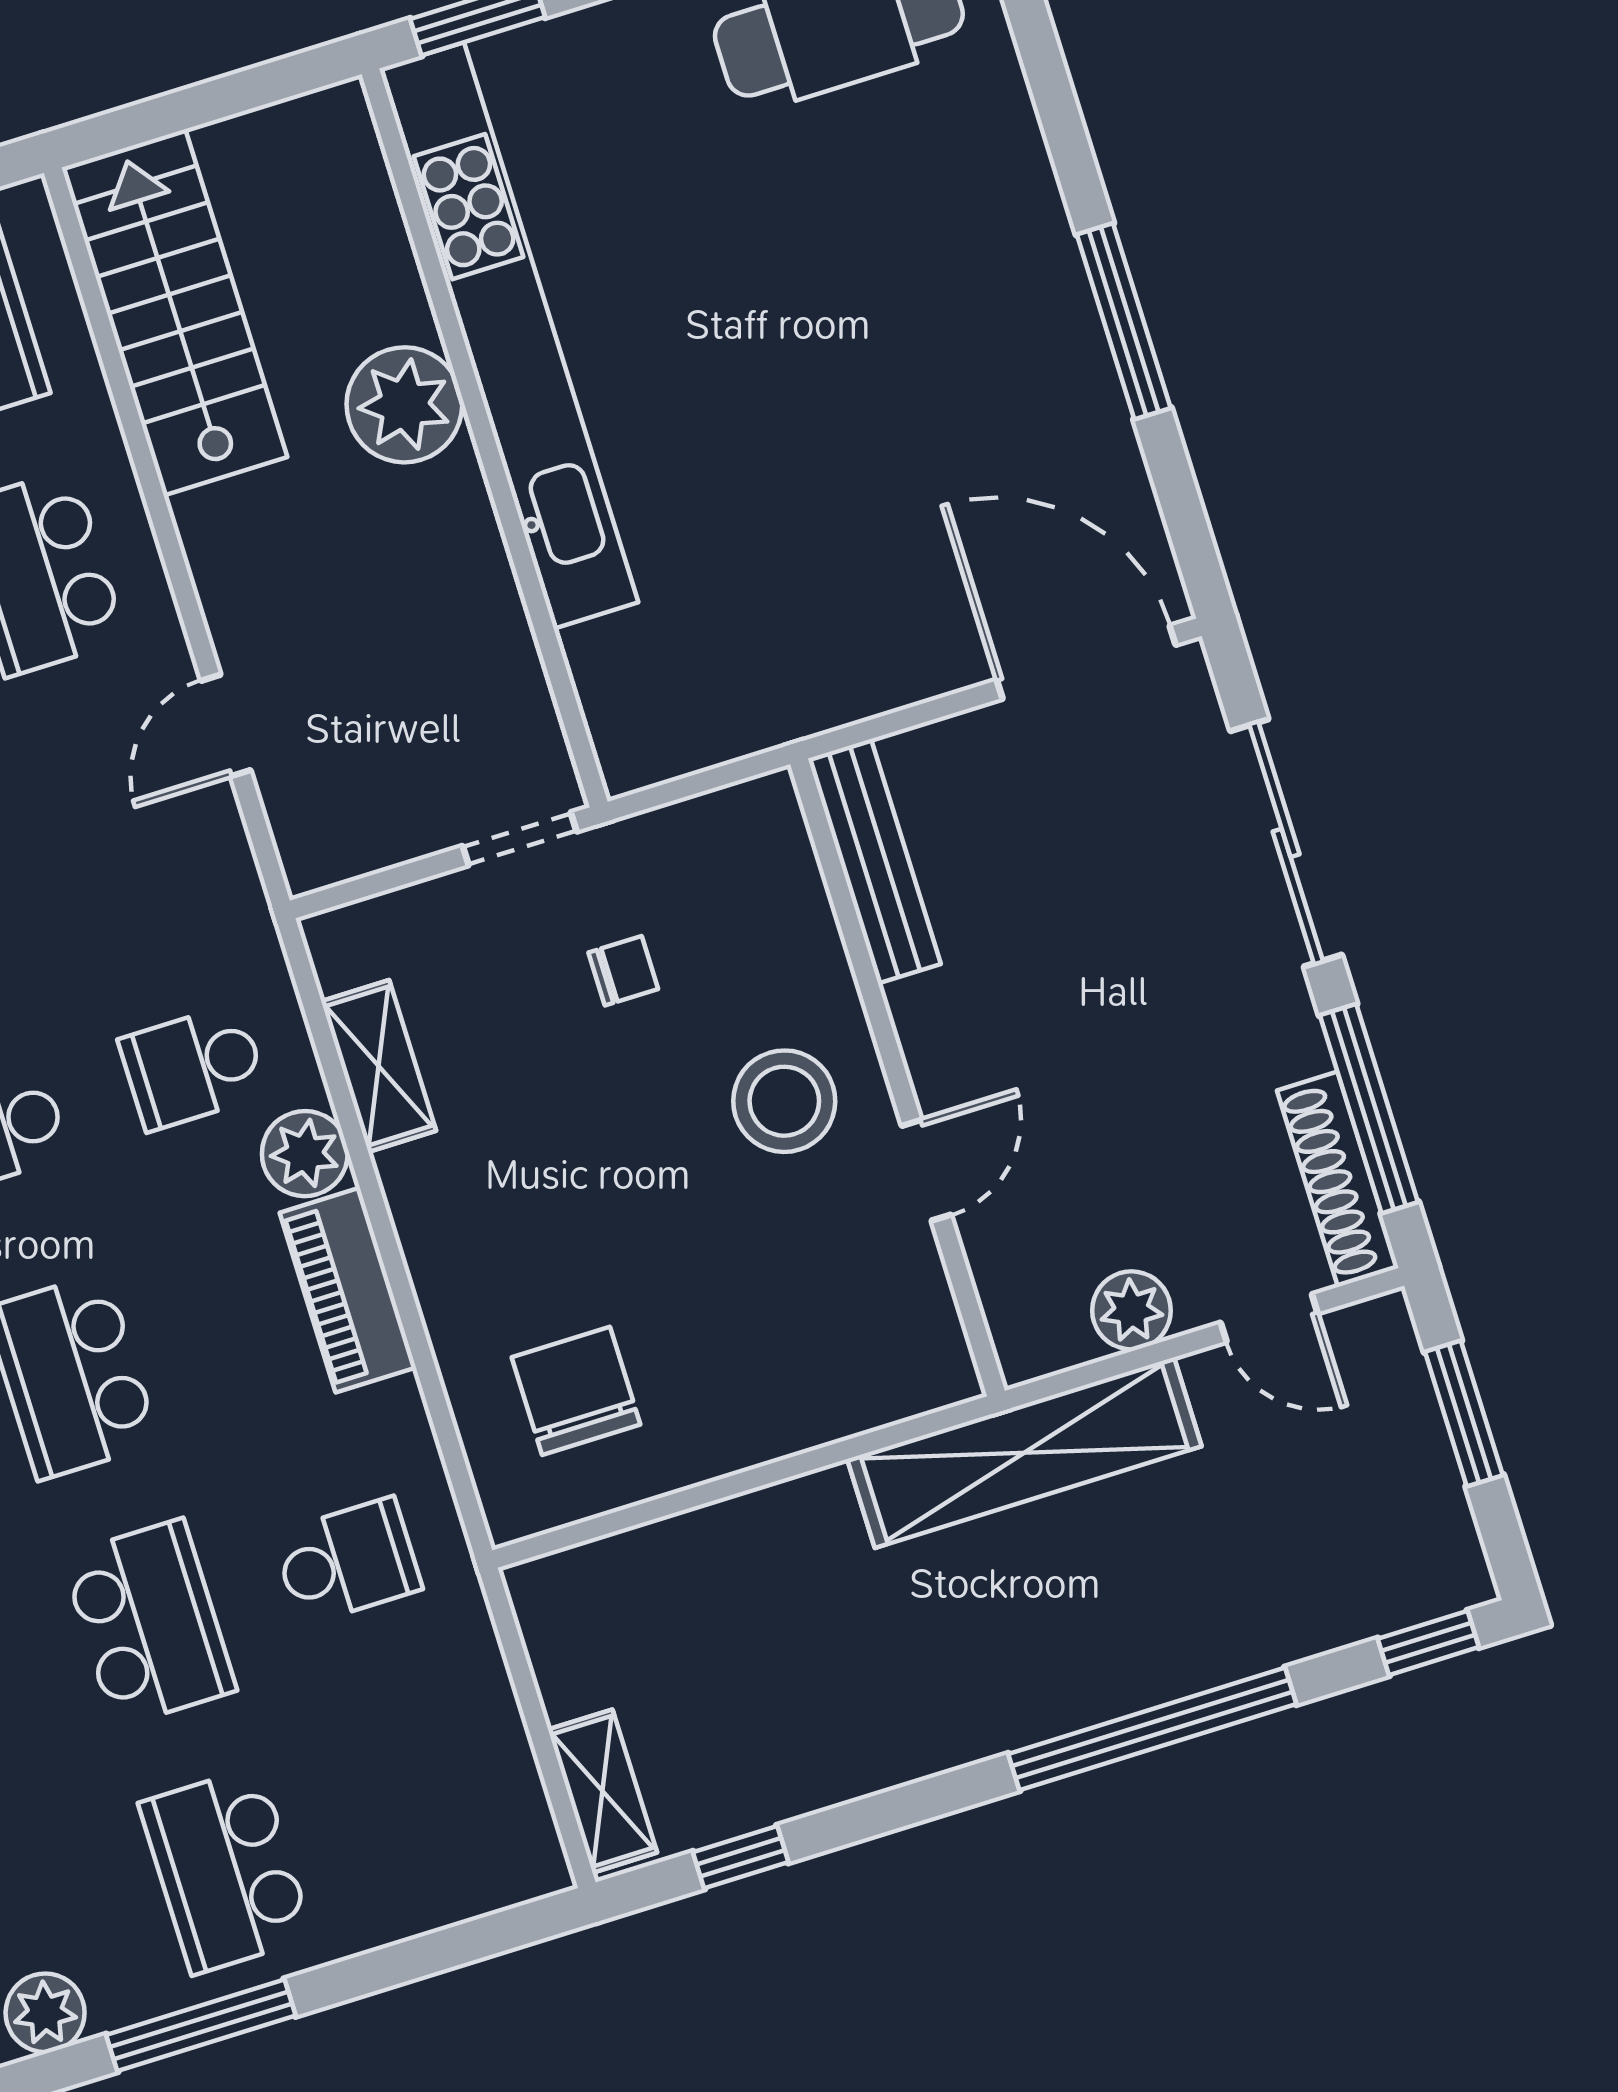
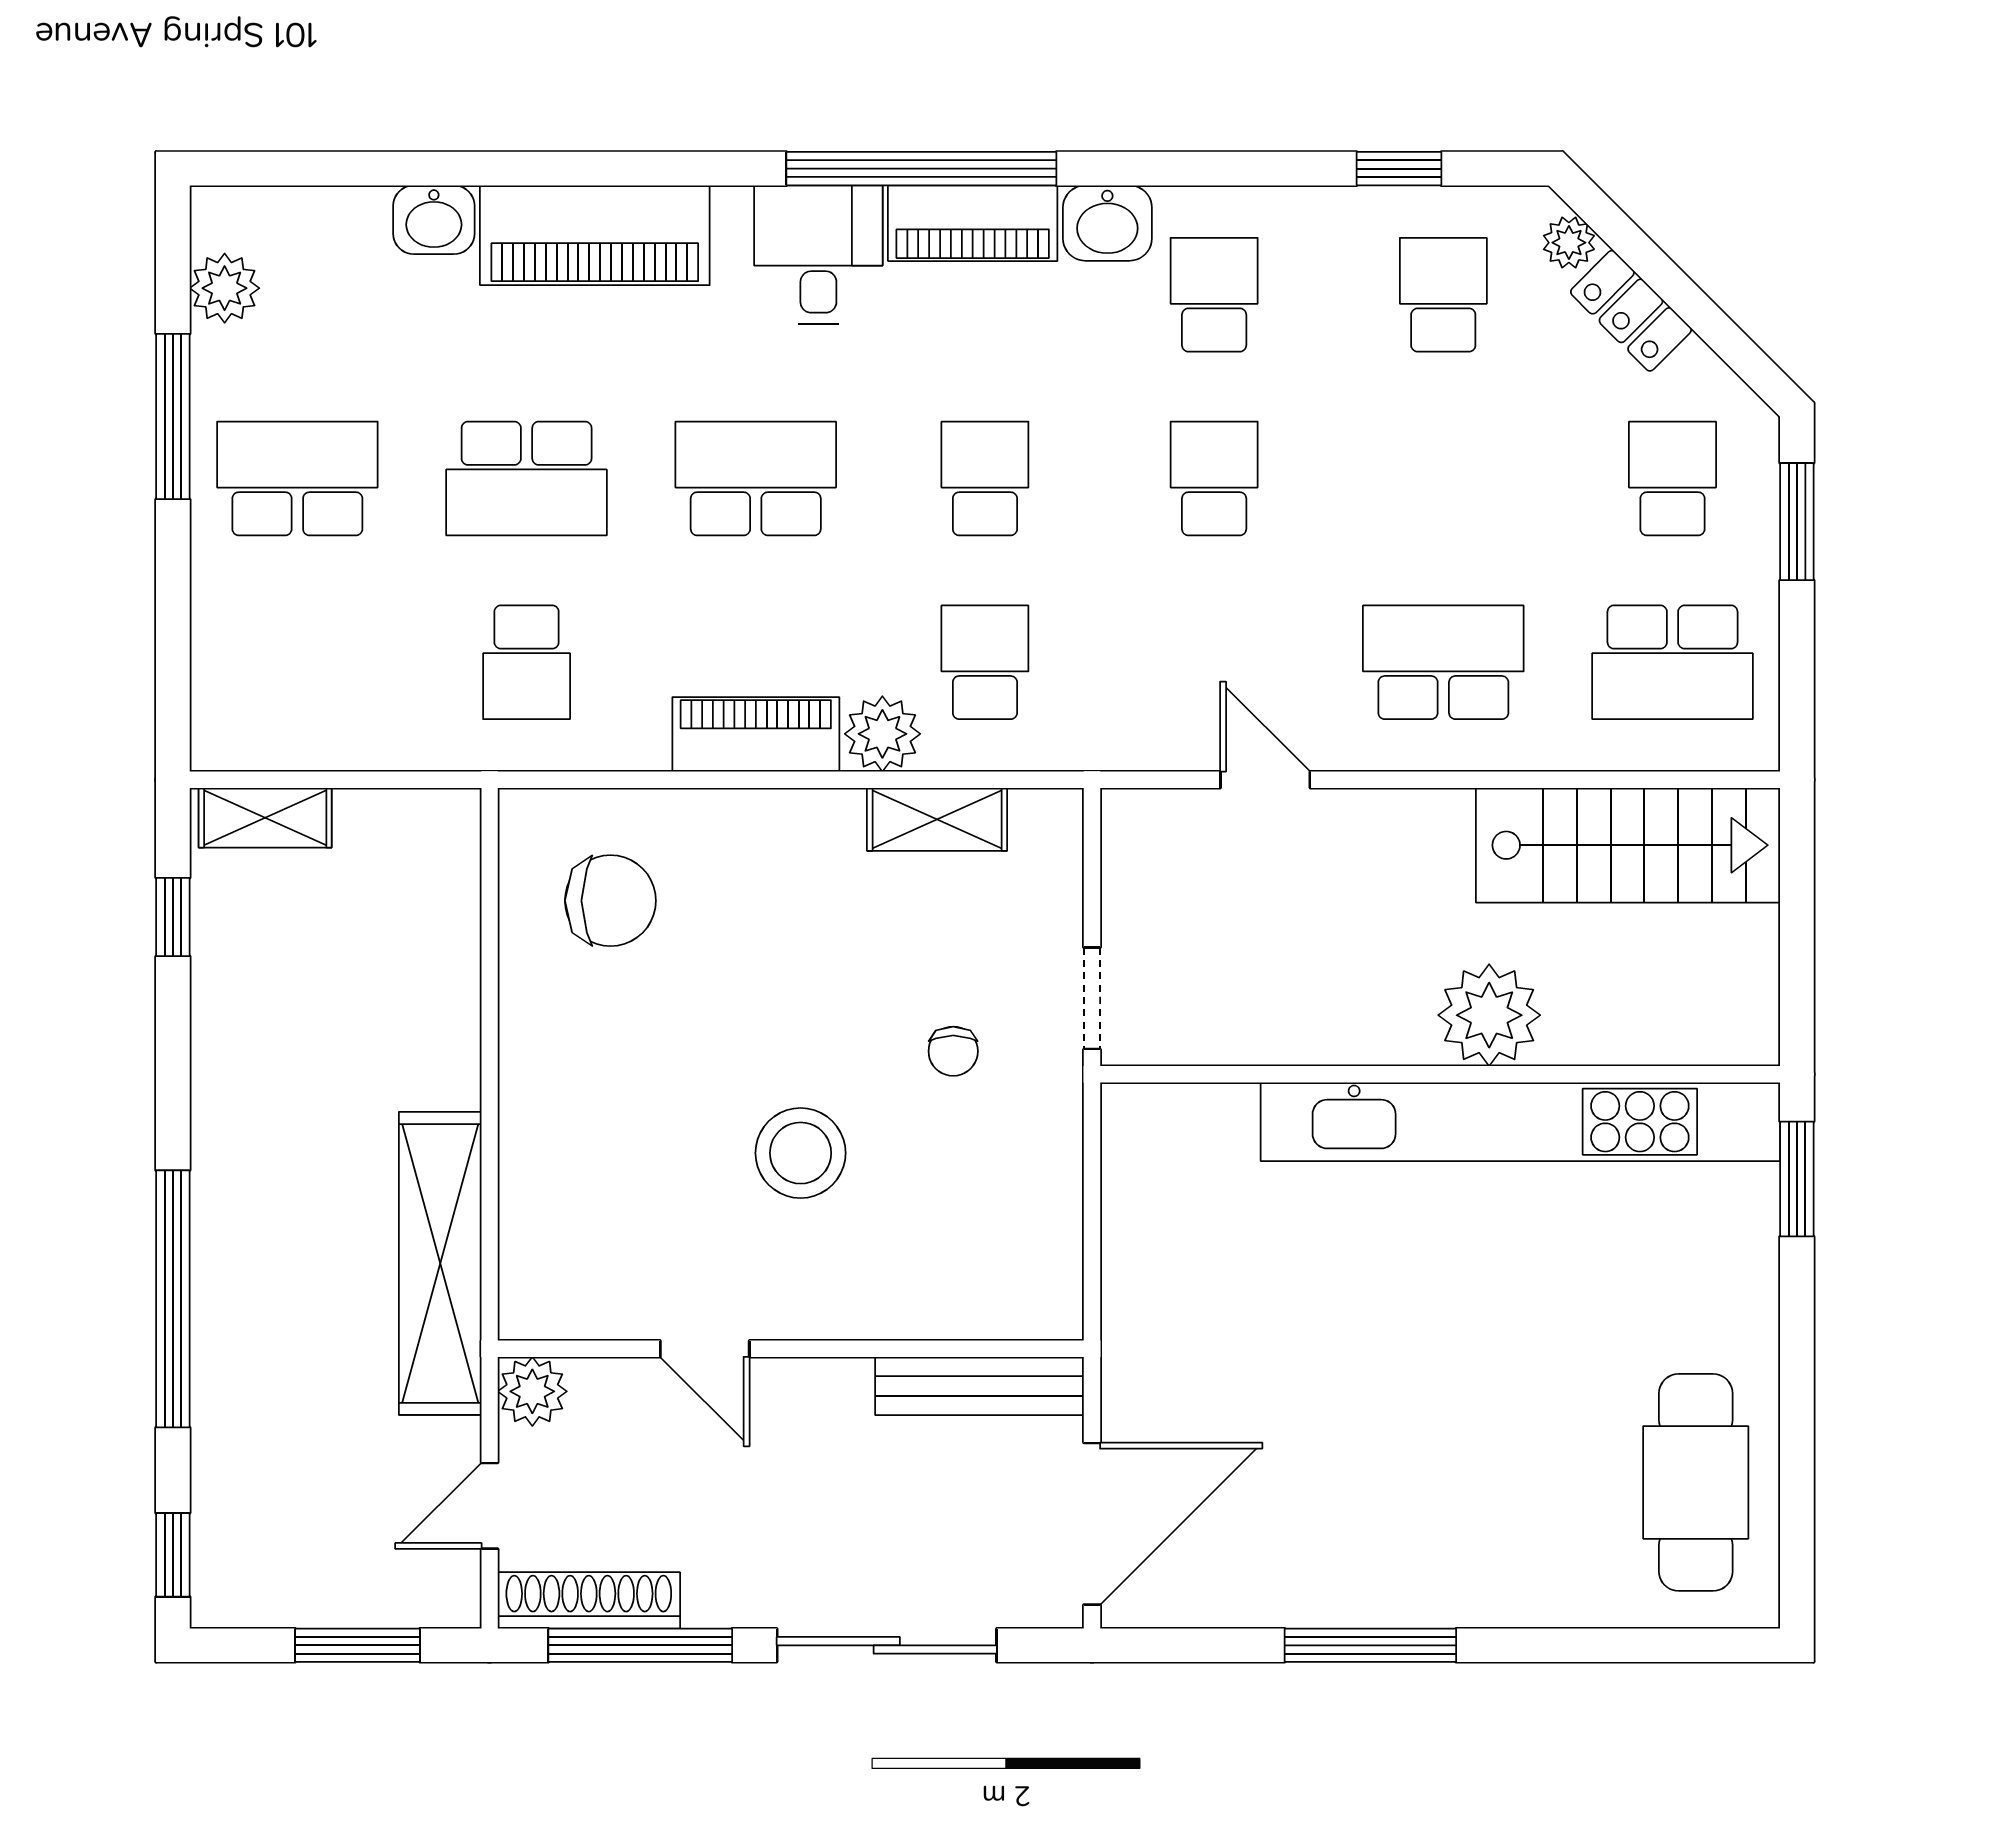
bench: (874, 861) -> (980, 1386), moved
wall: (898, 1077) -> (791, 1349), moved
door: (926, 1170) -> (705, 1349), moved

